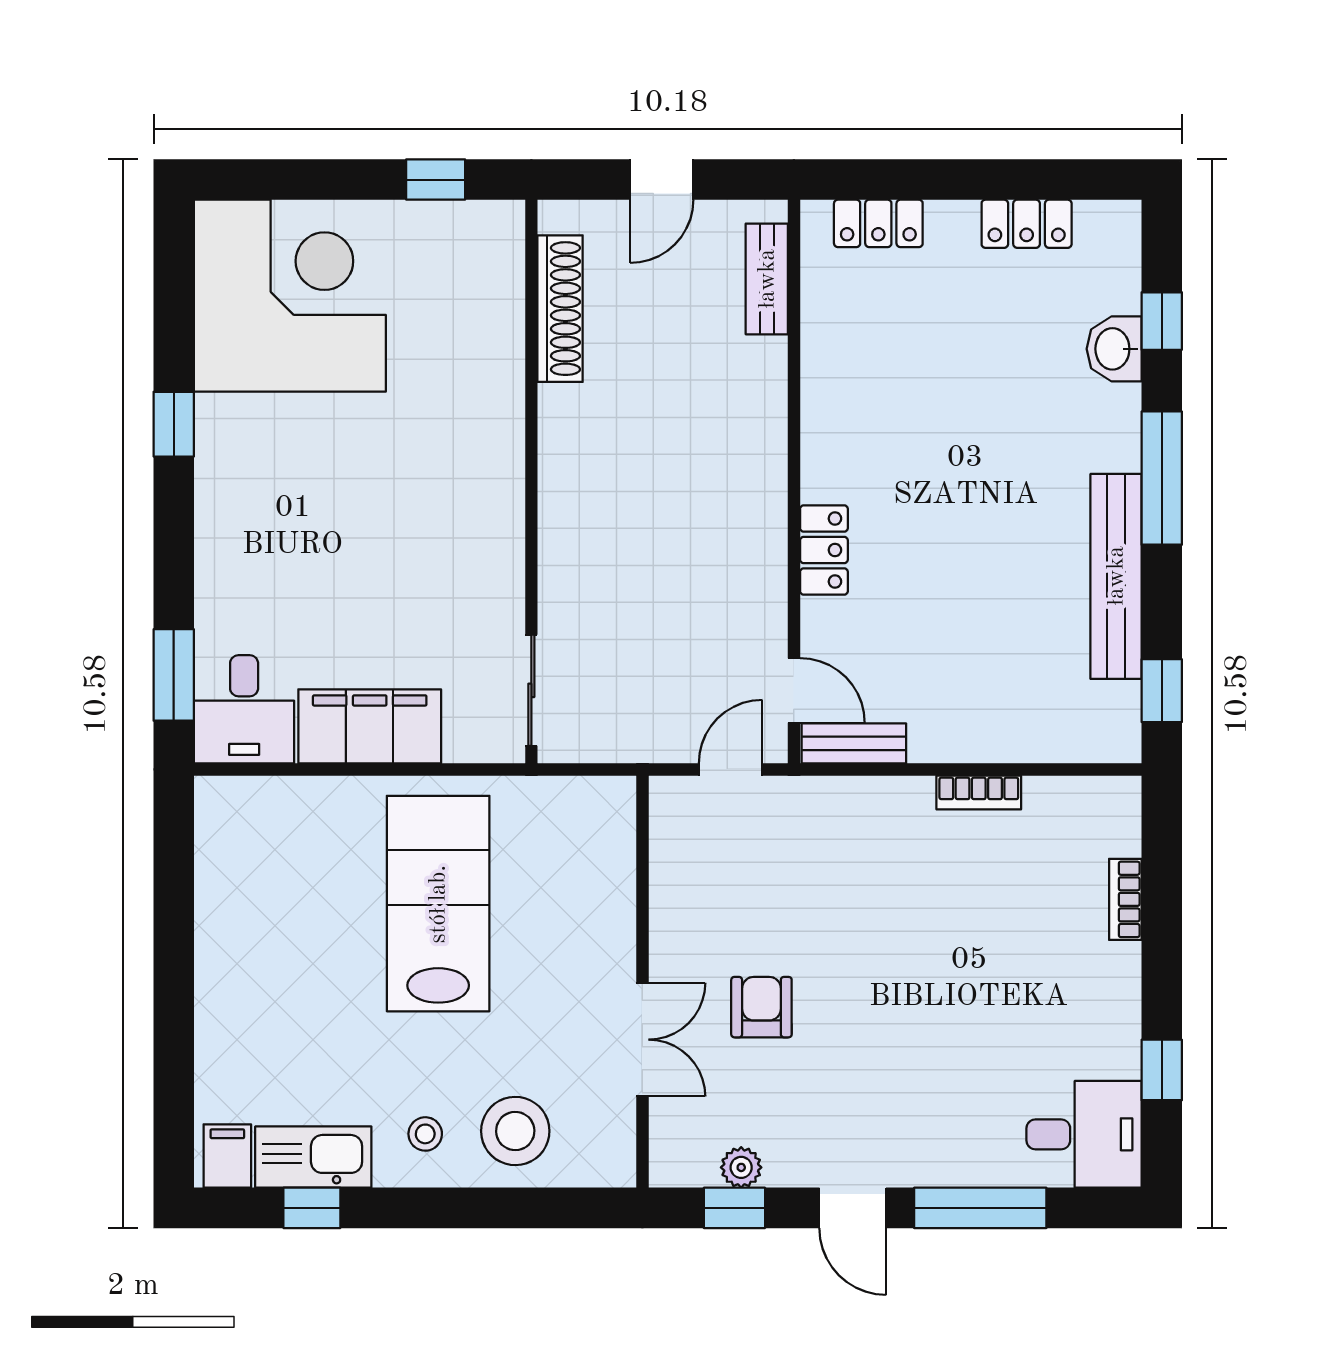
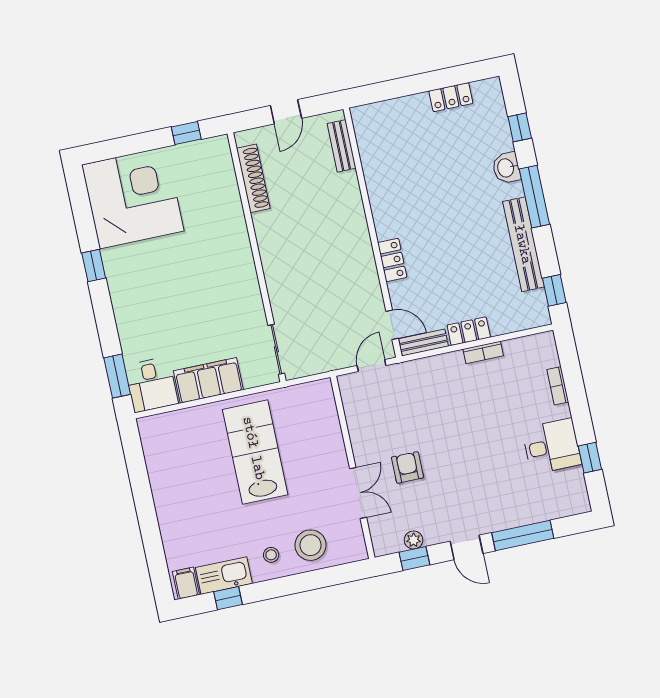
locker: (878, 223) -> (469, 331), moved, turned 180
washbasin: (1114, 349) -> (506, 168), moved
desk: (1084, 1134) -> (552, 446), moved

